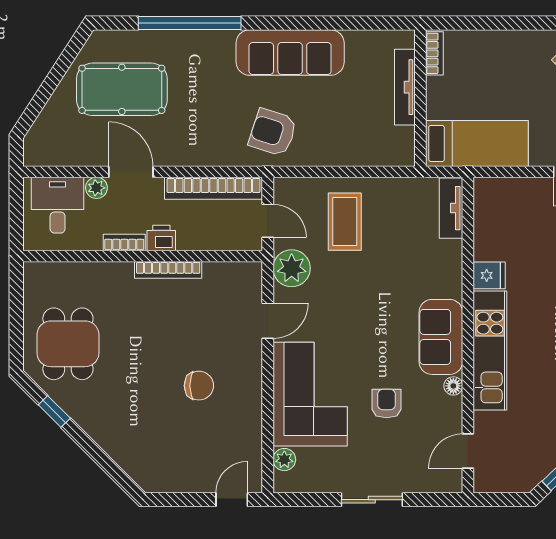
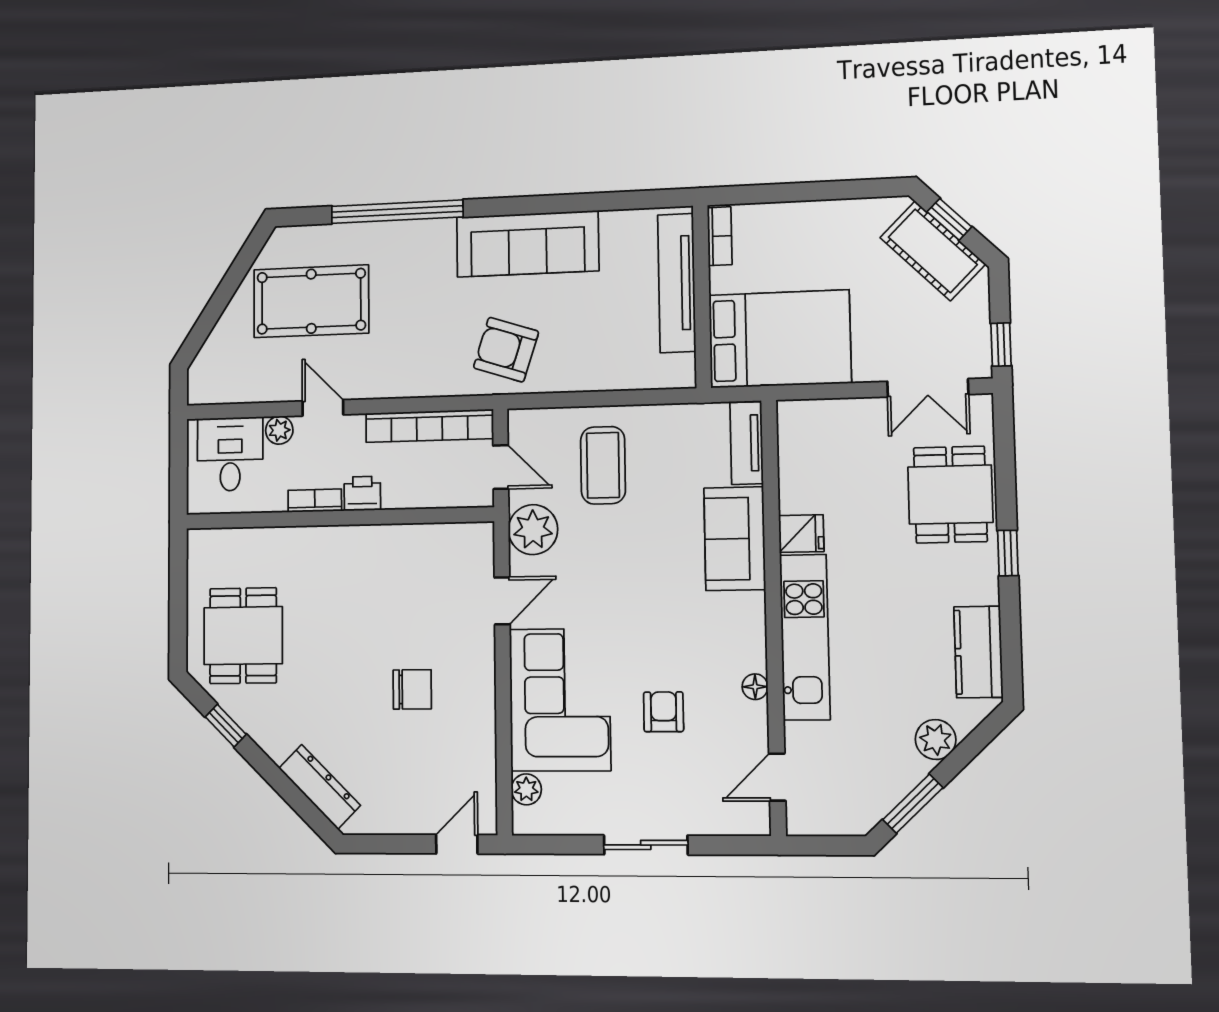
tv unit: (405, 87) -> (677, 283), width x1.36, depth x1.29
bed: (477, 143) -> (780, 339), width x1.50
door: (131, 172) -> (323, 408), width x0.73
bookcase: (168, 270) -> (371, 535), removed
sofa: (441, 337) -> (735, 539), moved
dresser: (127, 457) -> (319, 787), added

